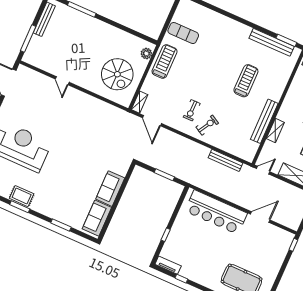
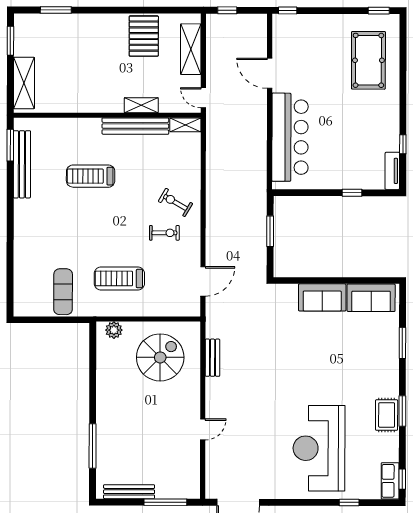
treadmill: (165, 61) -> (119, 278), moved
shelving: (140, 102) -> (185, 125), moved
bench: (226, 160) -> (212, 358), moved, width x0.73

